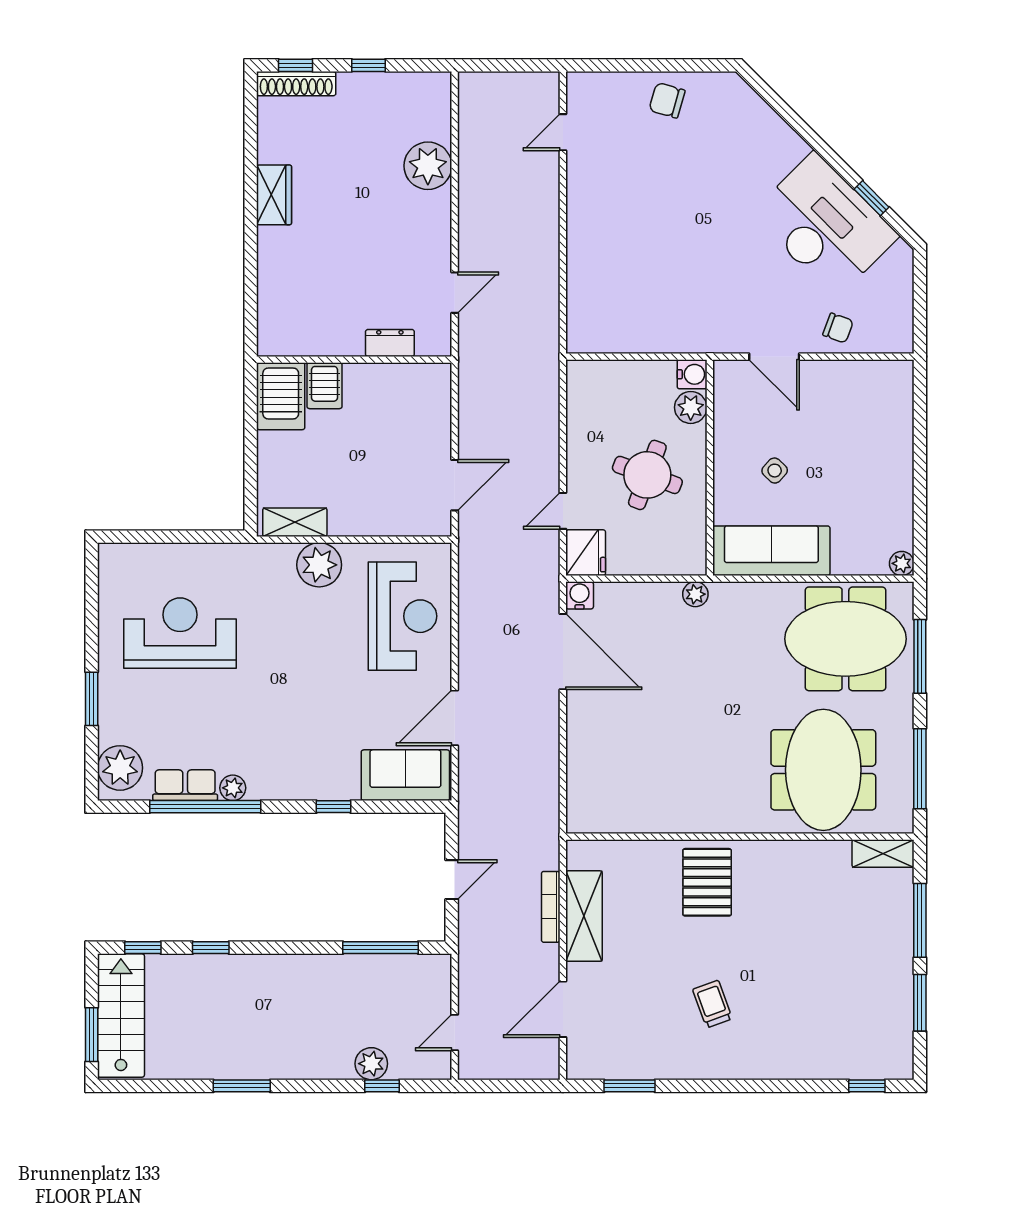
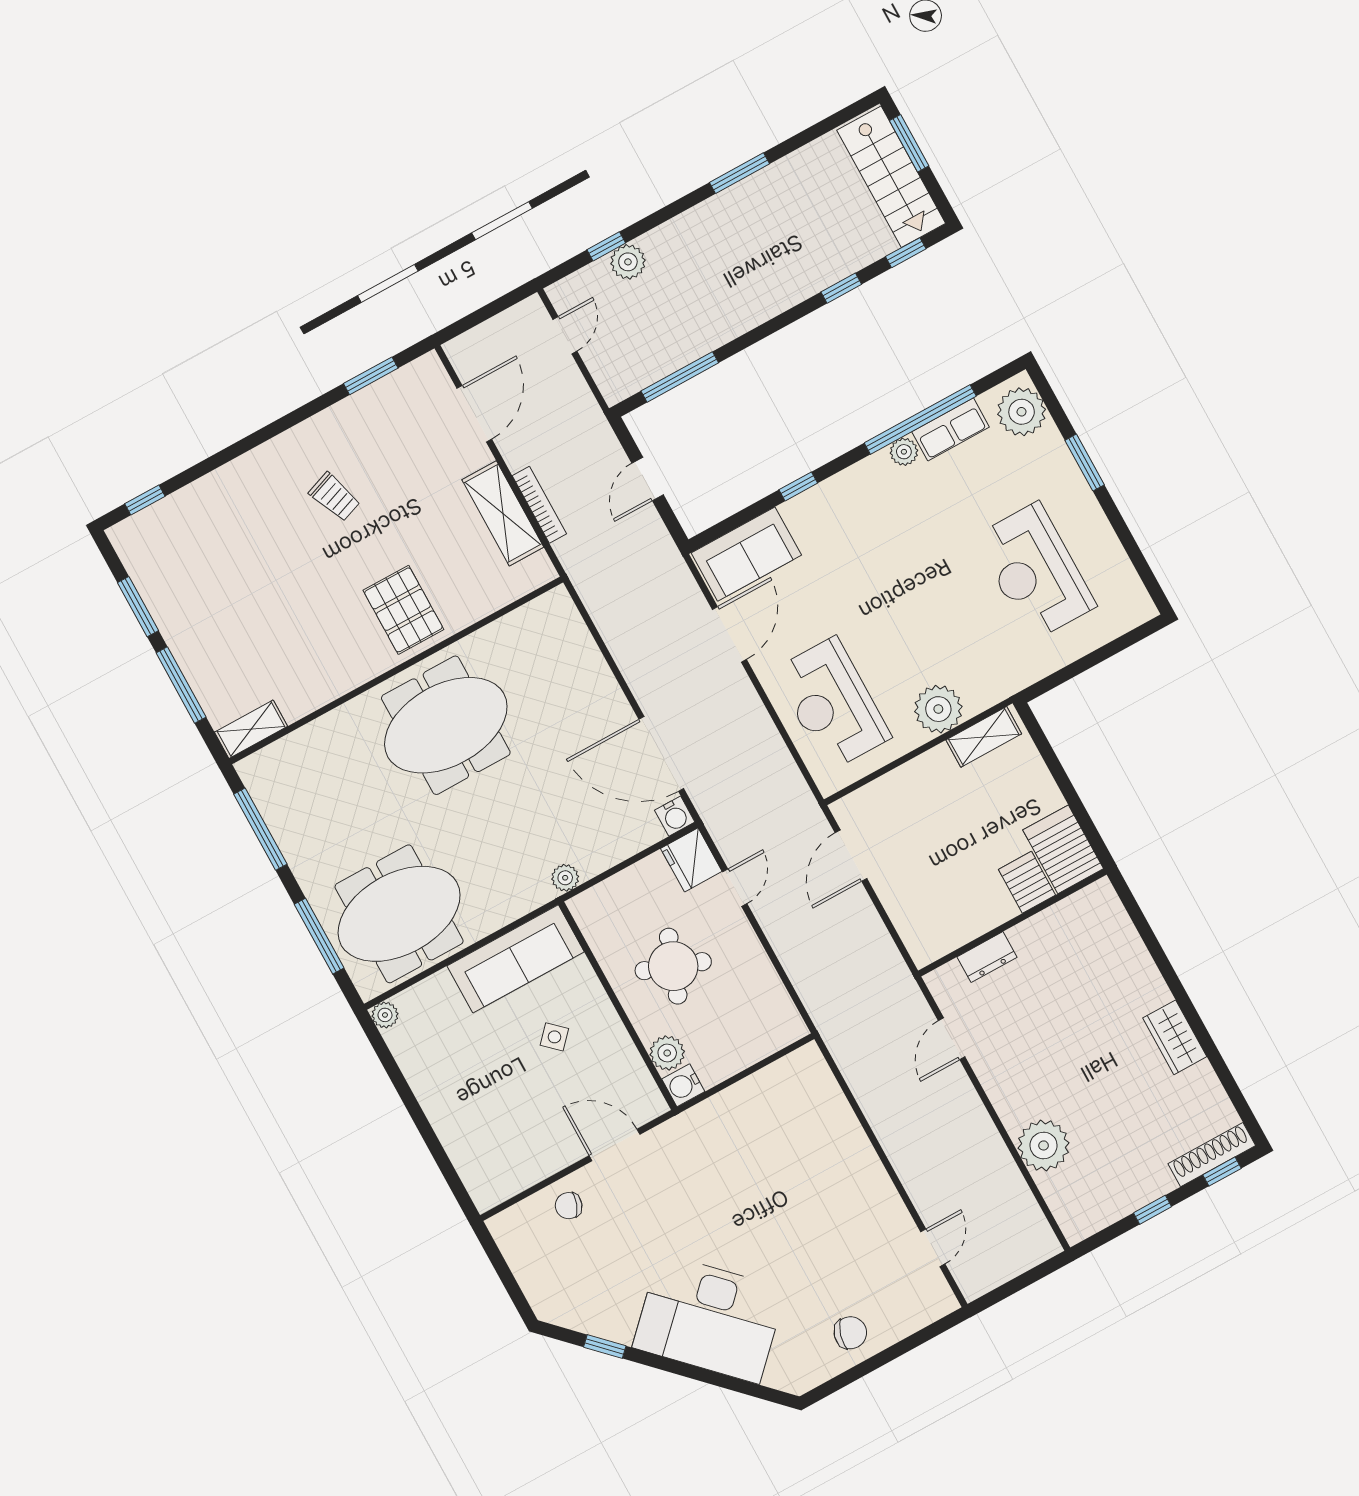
desk: (825, 225) -> (709, 1318), moved
reception desk: (180, 633) -> (1035, 571), turned 90
meeting table: (823, 770) -> (446, 725), moved, turned 90

